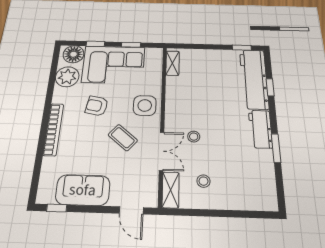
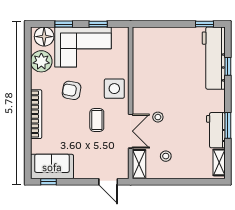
shelving: (172, 63) -> (219, 162), moved
workbench: (260, 129) -> (216, 130), moved
coffee table: (123, 138) -> (97, 120), turned 50
sofa: (83, 190) -> (52, 167), moved

